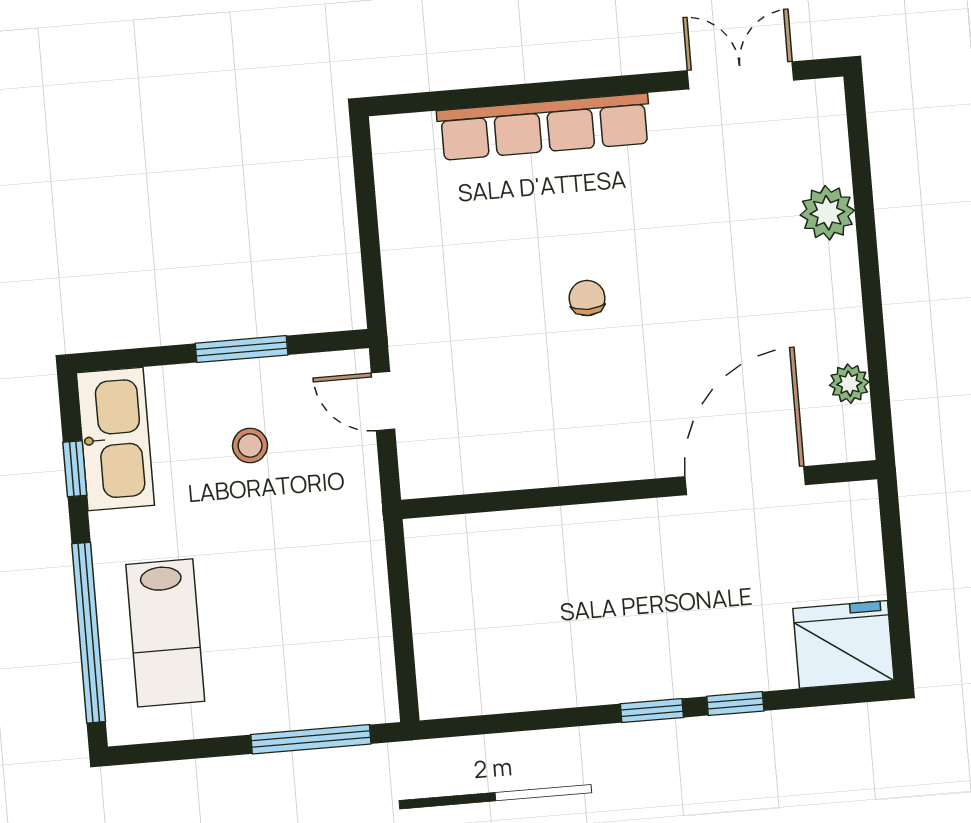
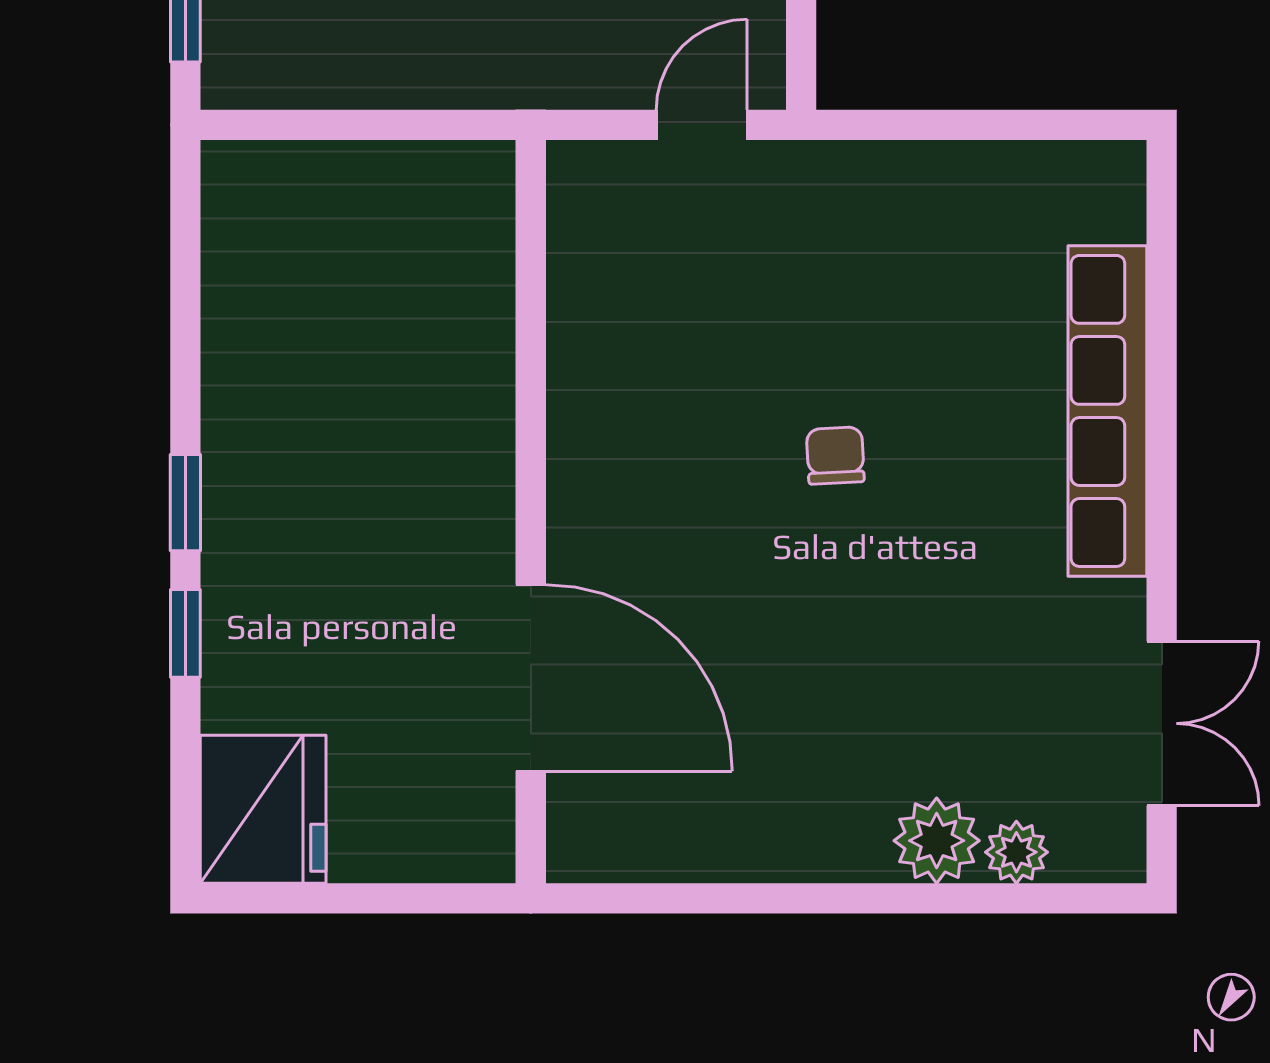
chair: (587, 298) -> (835, 456), turned -93
plant: (849, 384) -> (1016, 852), moved

